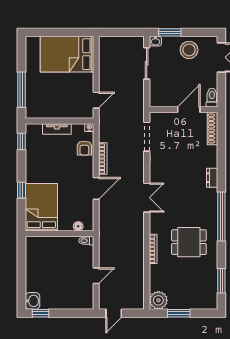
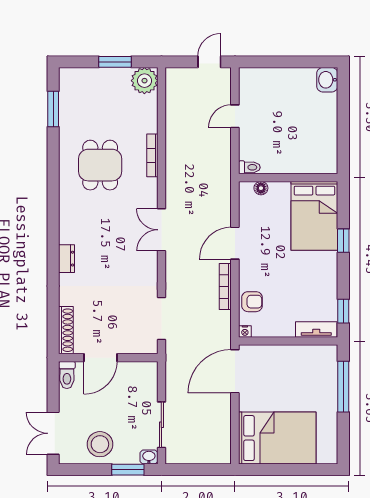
door: (96, 100) -> (235, 371), width x1.87
tv unit: (57, 129) -> (316, 329), moved
armchair: (84, 148) -> (252, 302), turned 90
window: (221, 217) -> (53, 202), removed
dining table: (189, 242) -> (100, 165), turned 90
window: (41, 313) -> (316, 62), removed

